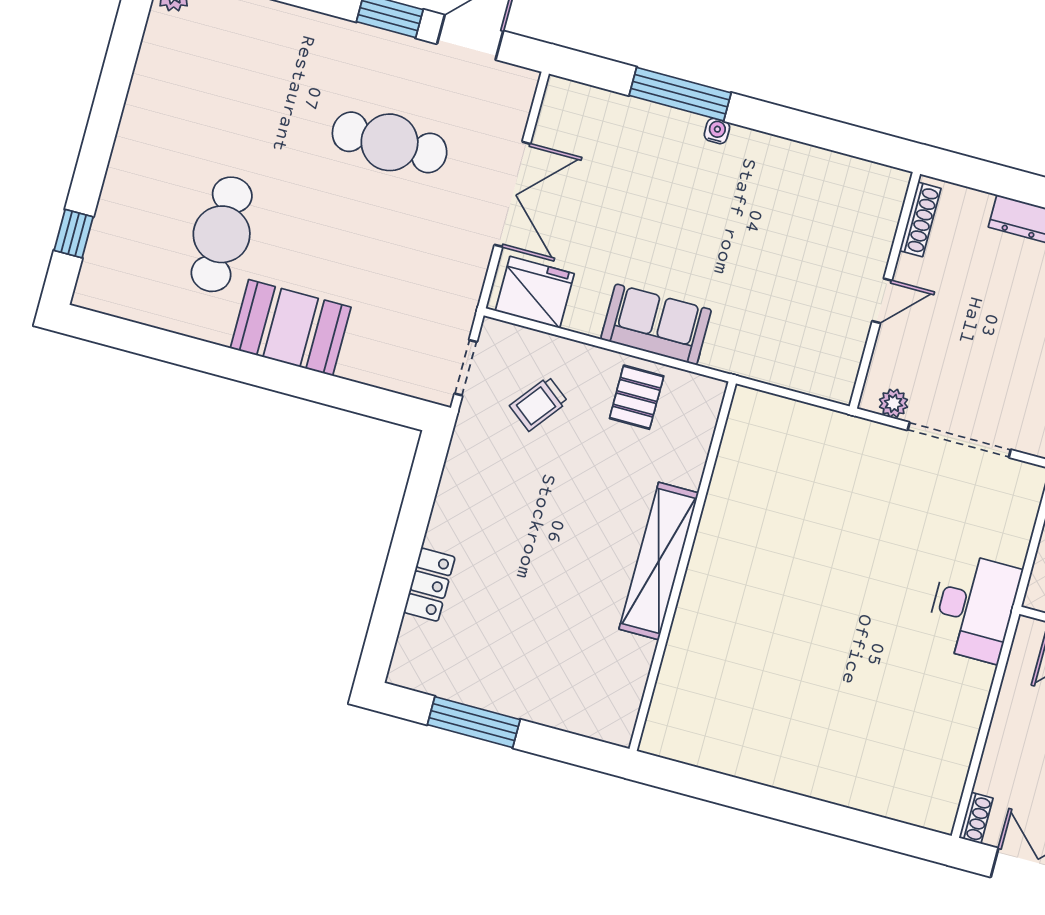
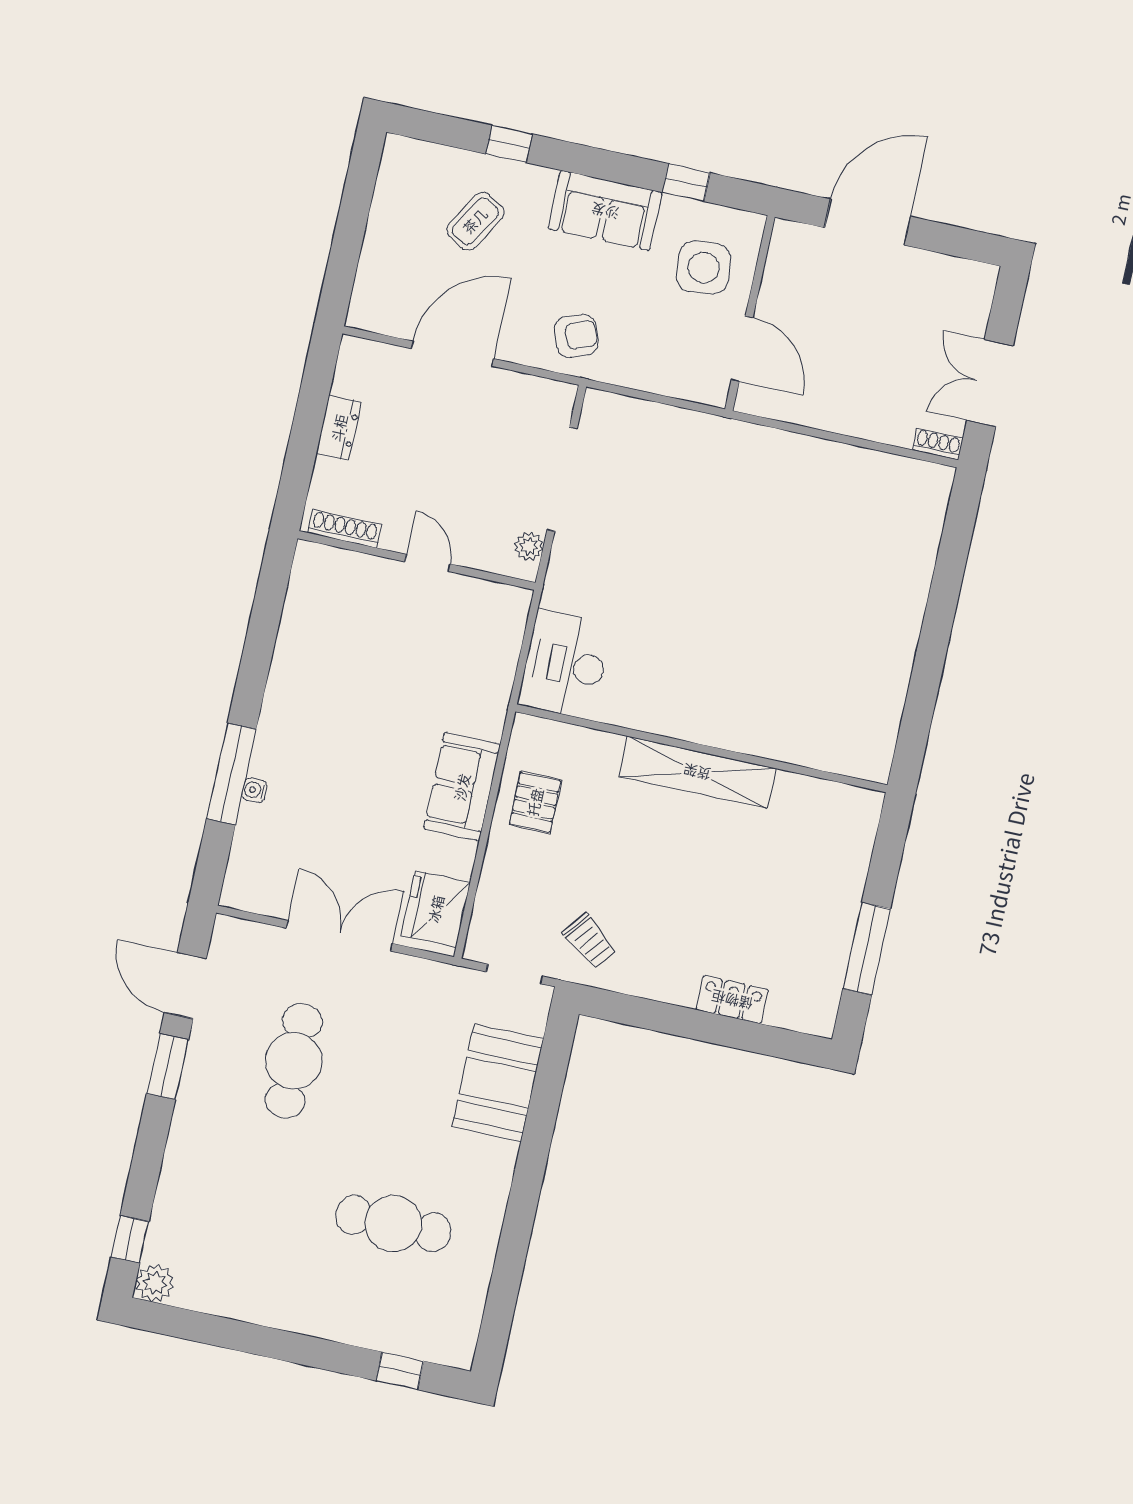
water cooler: (717, 131) -> (254, 790), moved
booth: (291, 328) -> (498, 1083), moved
pallet: (637, 397) -> (535, 802), turned 90
trolley: (539, 404) -> (590, 941), moved
desk: (973, 607) -> (565, 664), moved, turned -90

